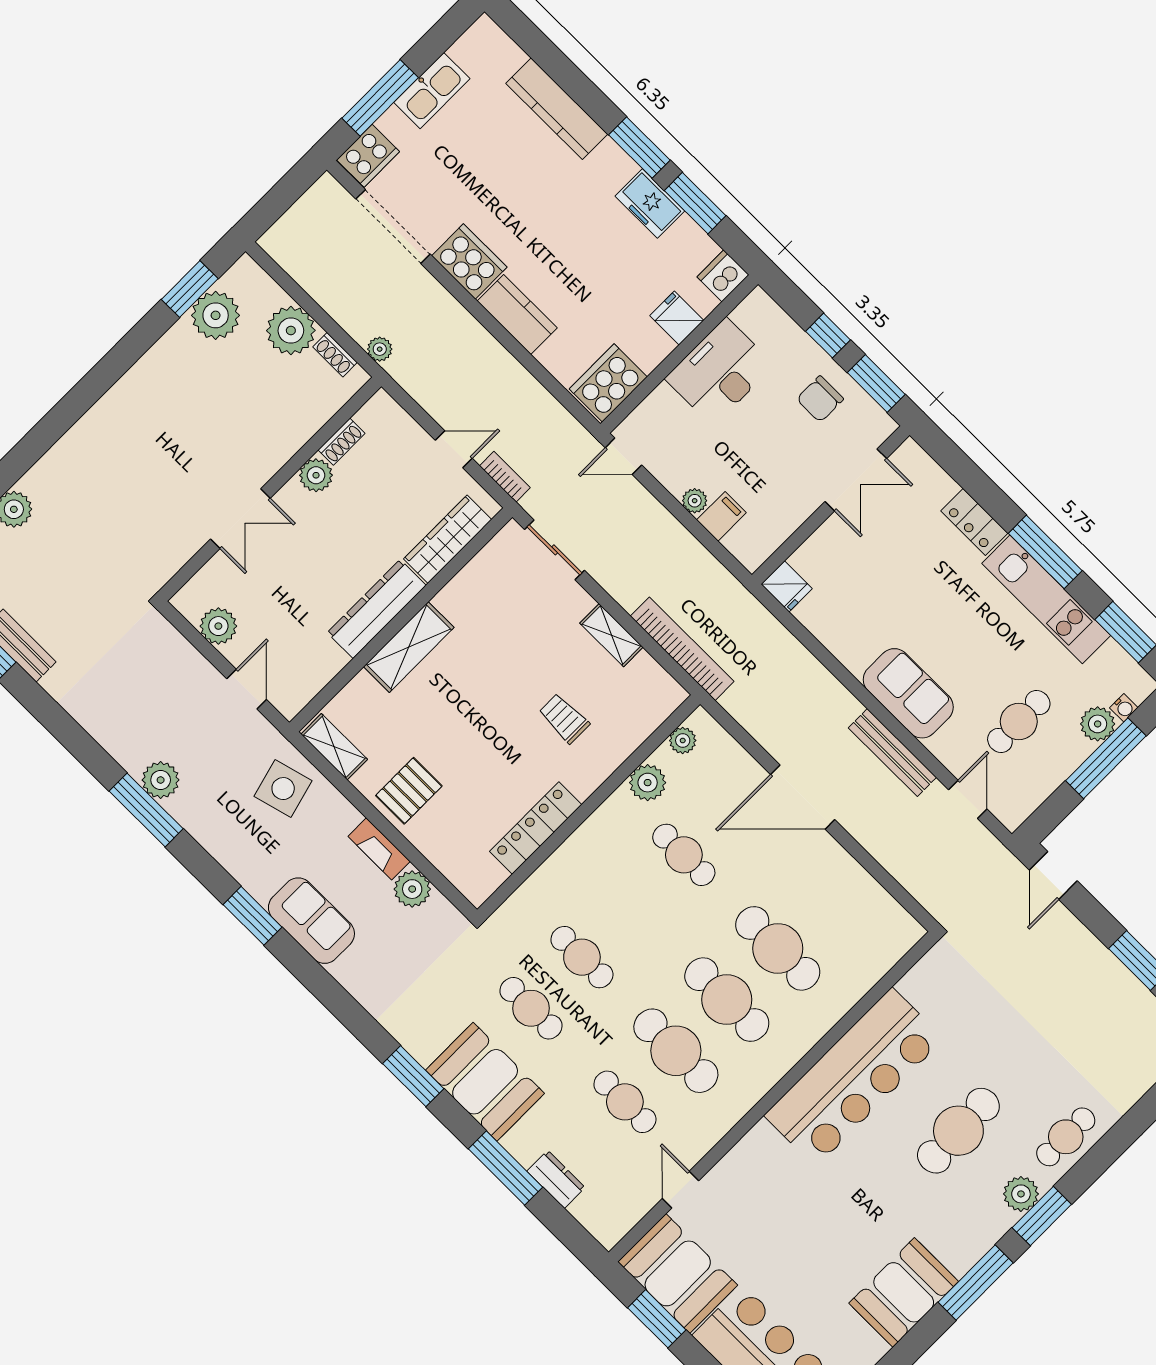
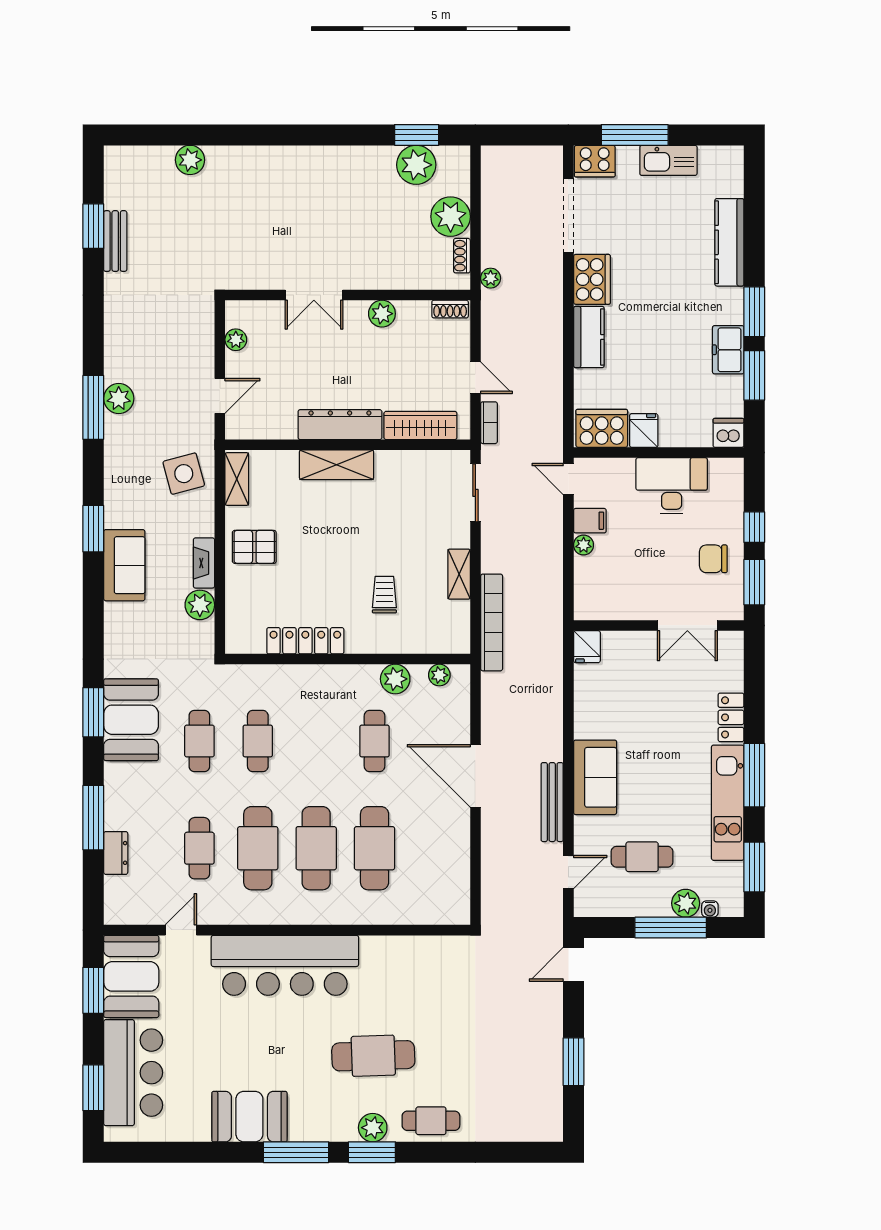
fridge: (677, 318) -> (644, 430), moved
shoe rack: (341, 442) -> (450, 309), moved
filing cabinet: (721, 516) -> (590, 521), moved
plant: (218, 626) -> (236, 340), width x0.73, depth x0.73
bar counter: (854, 1077) -> (285, 965), moved
booth: (485, 1082) -> (131, 720), moved

